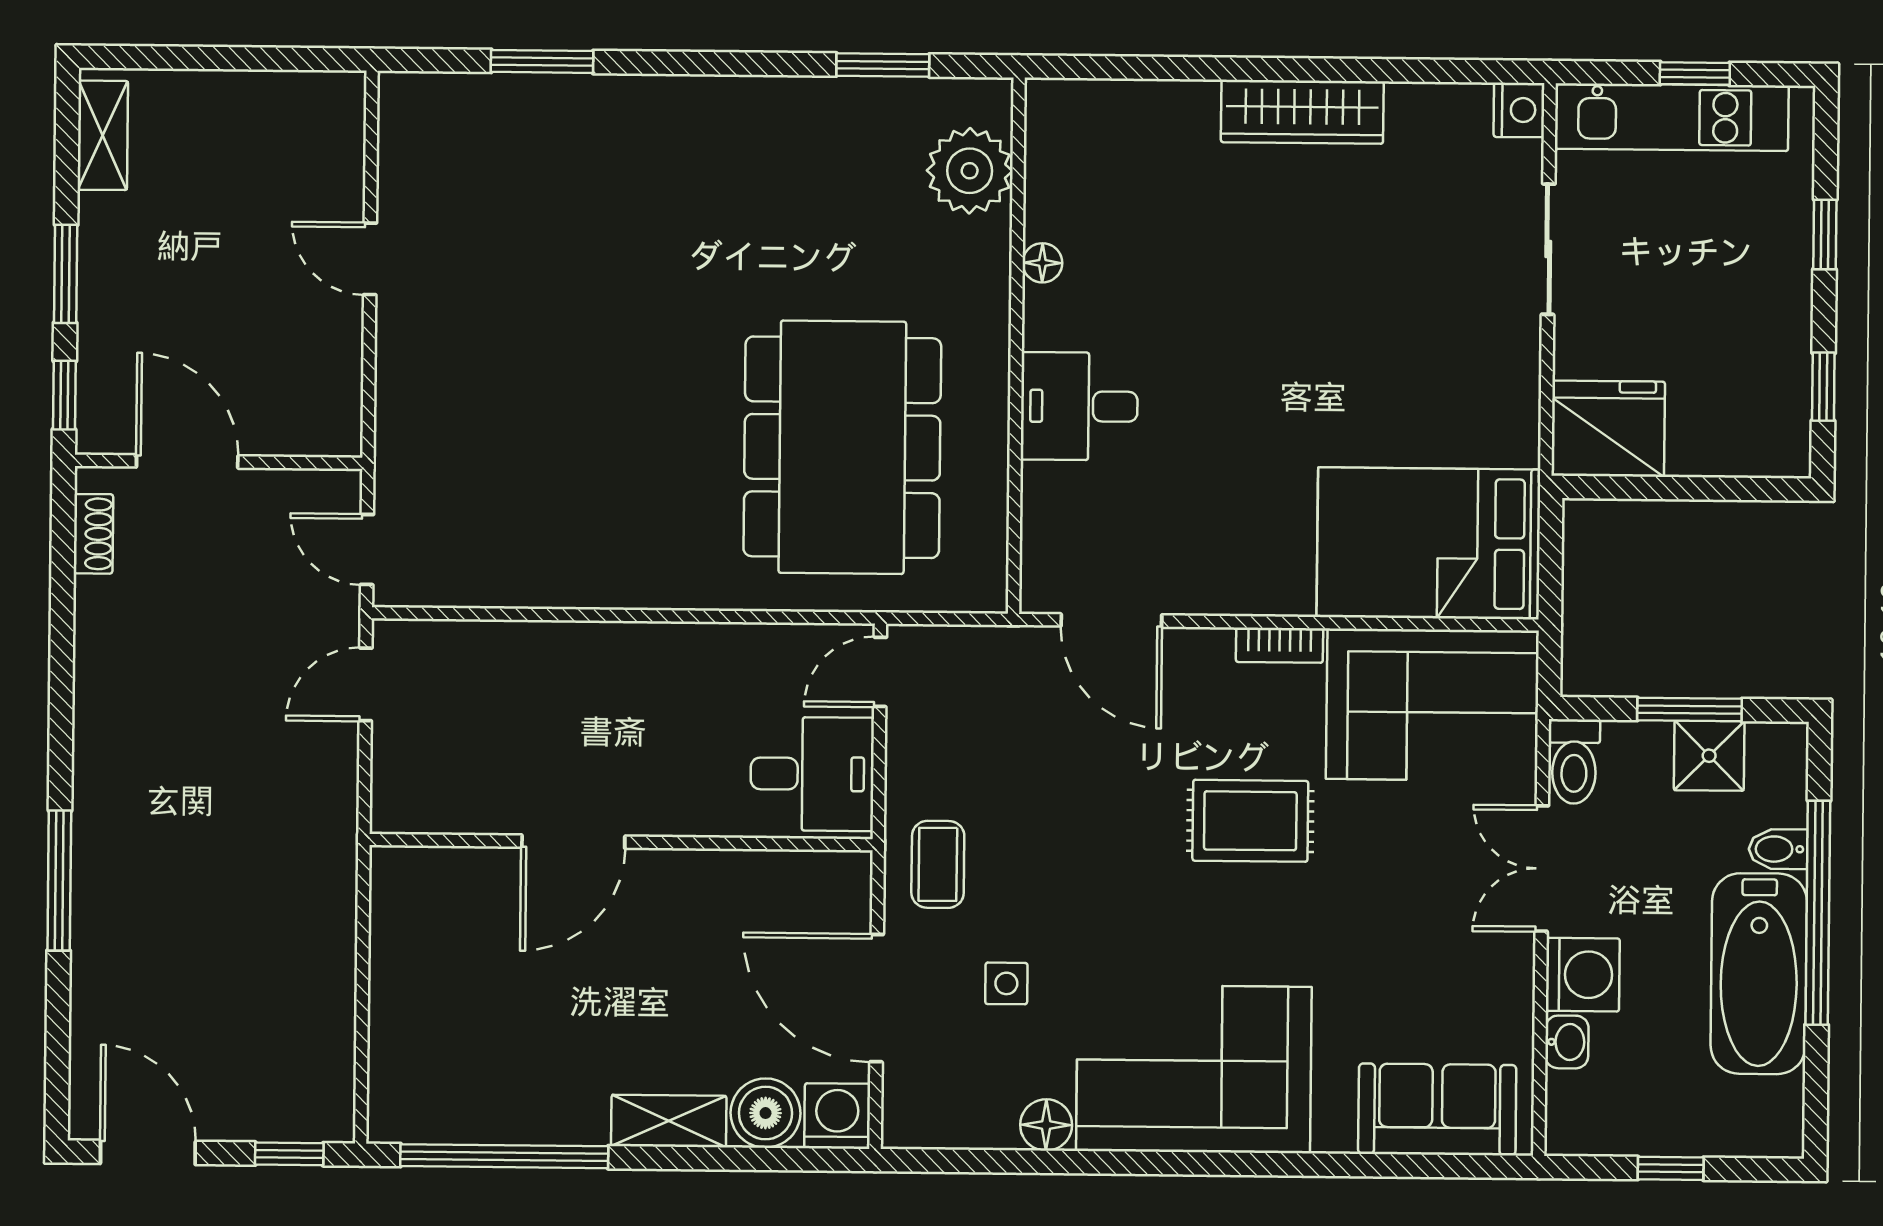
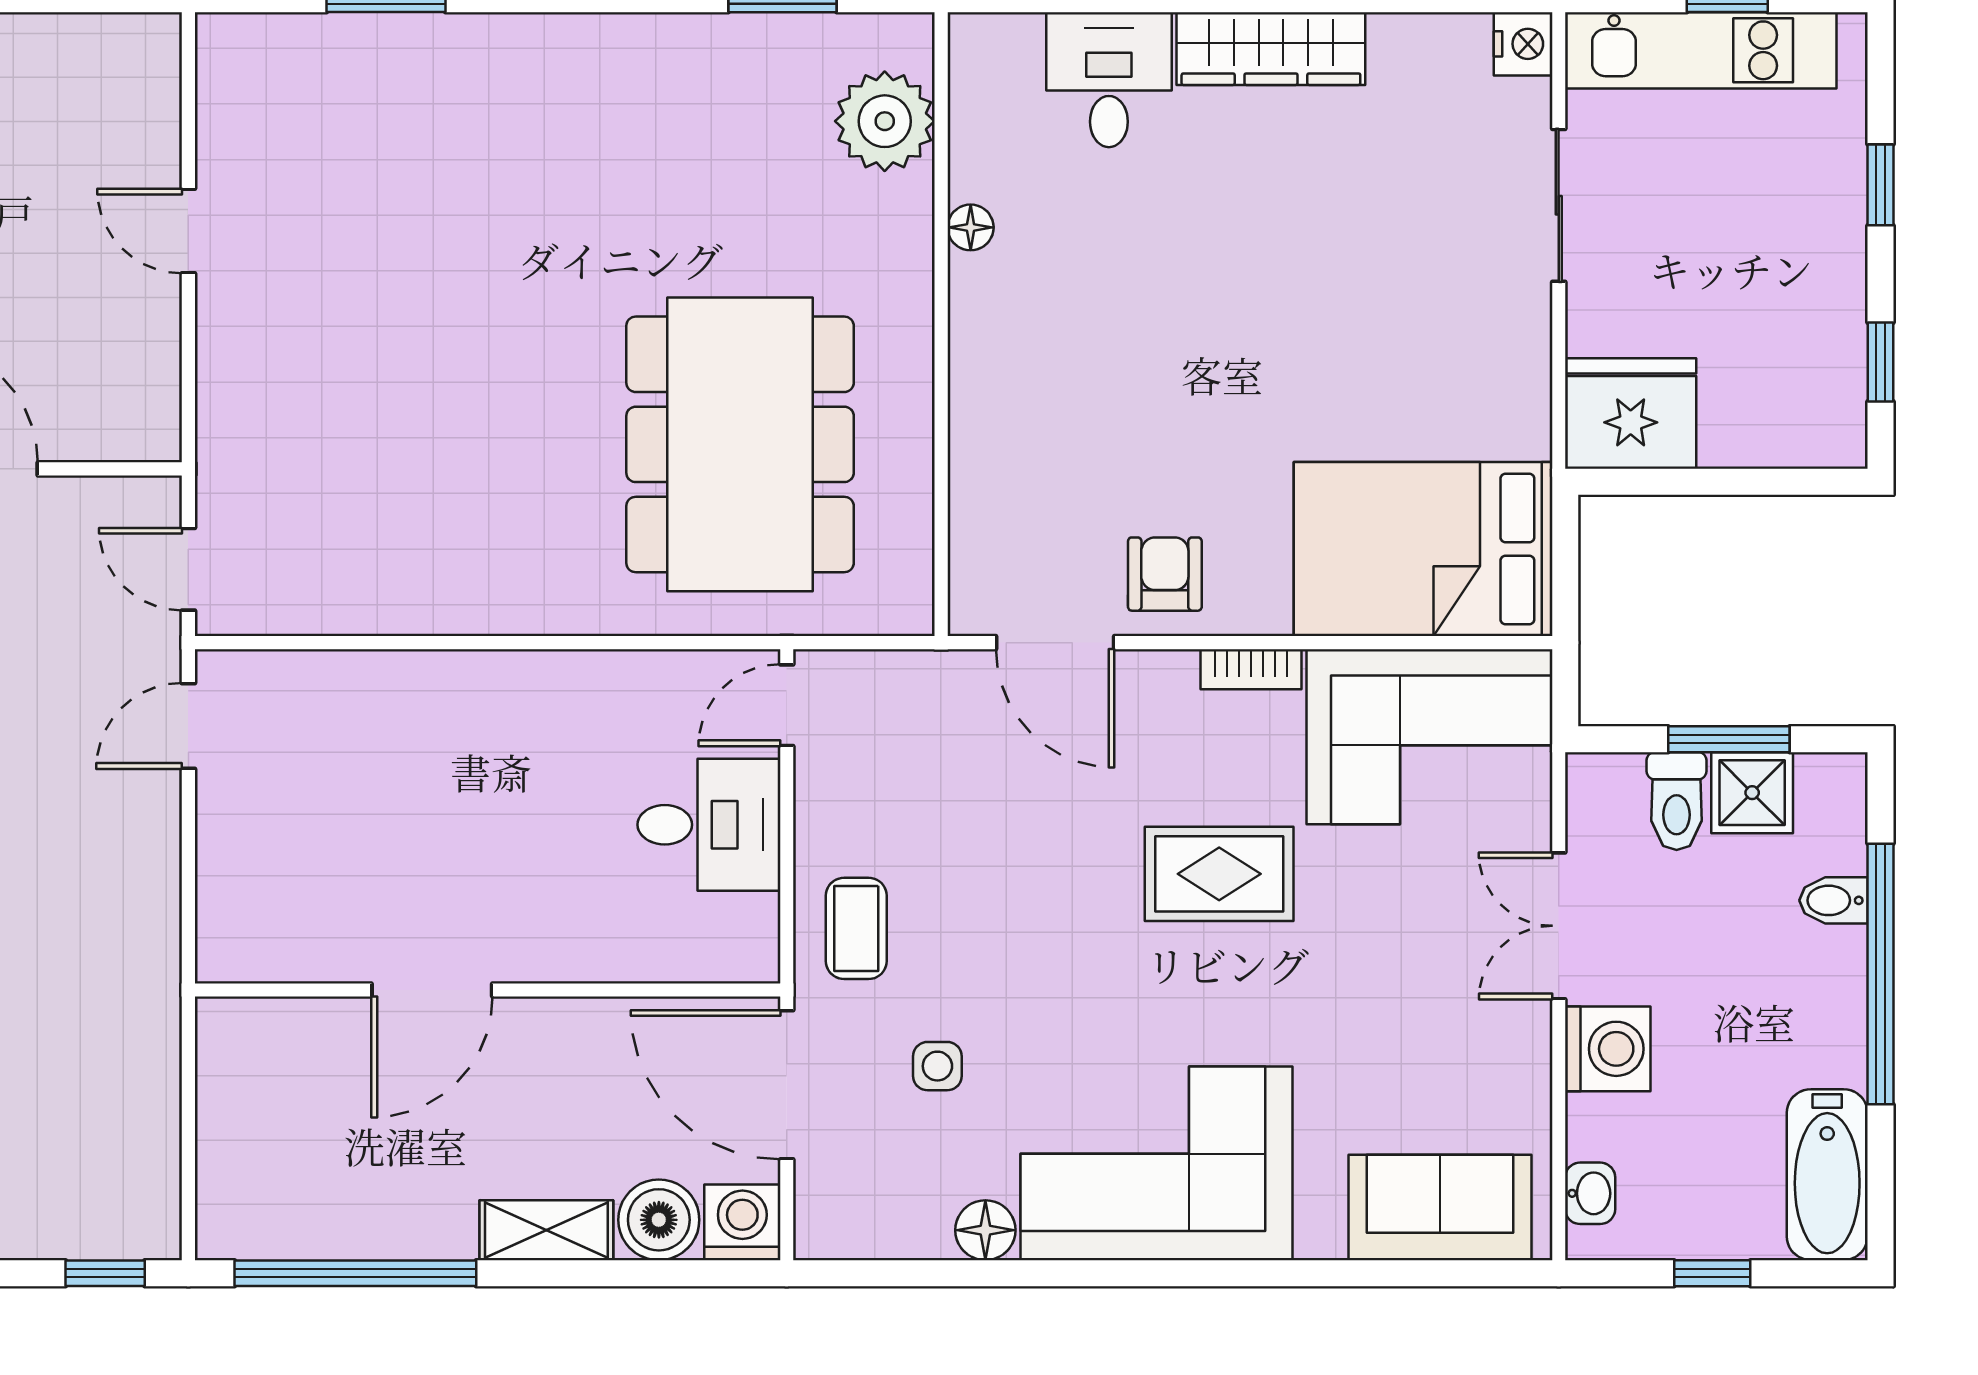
desk: (1079, 406) -> (1109, 80), moved, turned 90
armchair: (1206, 563) -> (1165, 574), added
toilet: (1574, 762) -> (1677, 801), moved
door: (573, 842) -> (432, 990), moved
wall: (621, 842) -> (488, 990), moved
bathtub: (1759, 974) -> (1827, 1175), moved, width x0.73, depth x0.73
washbasin: (1567, 1042) -> (1590, 1193), moved

